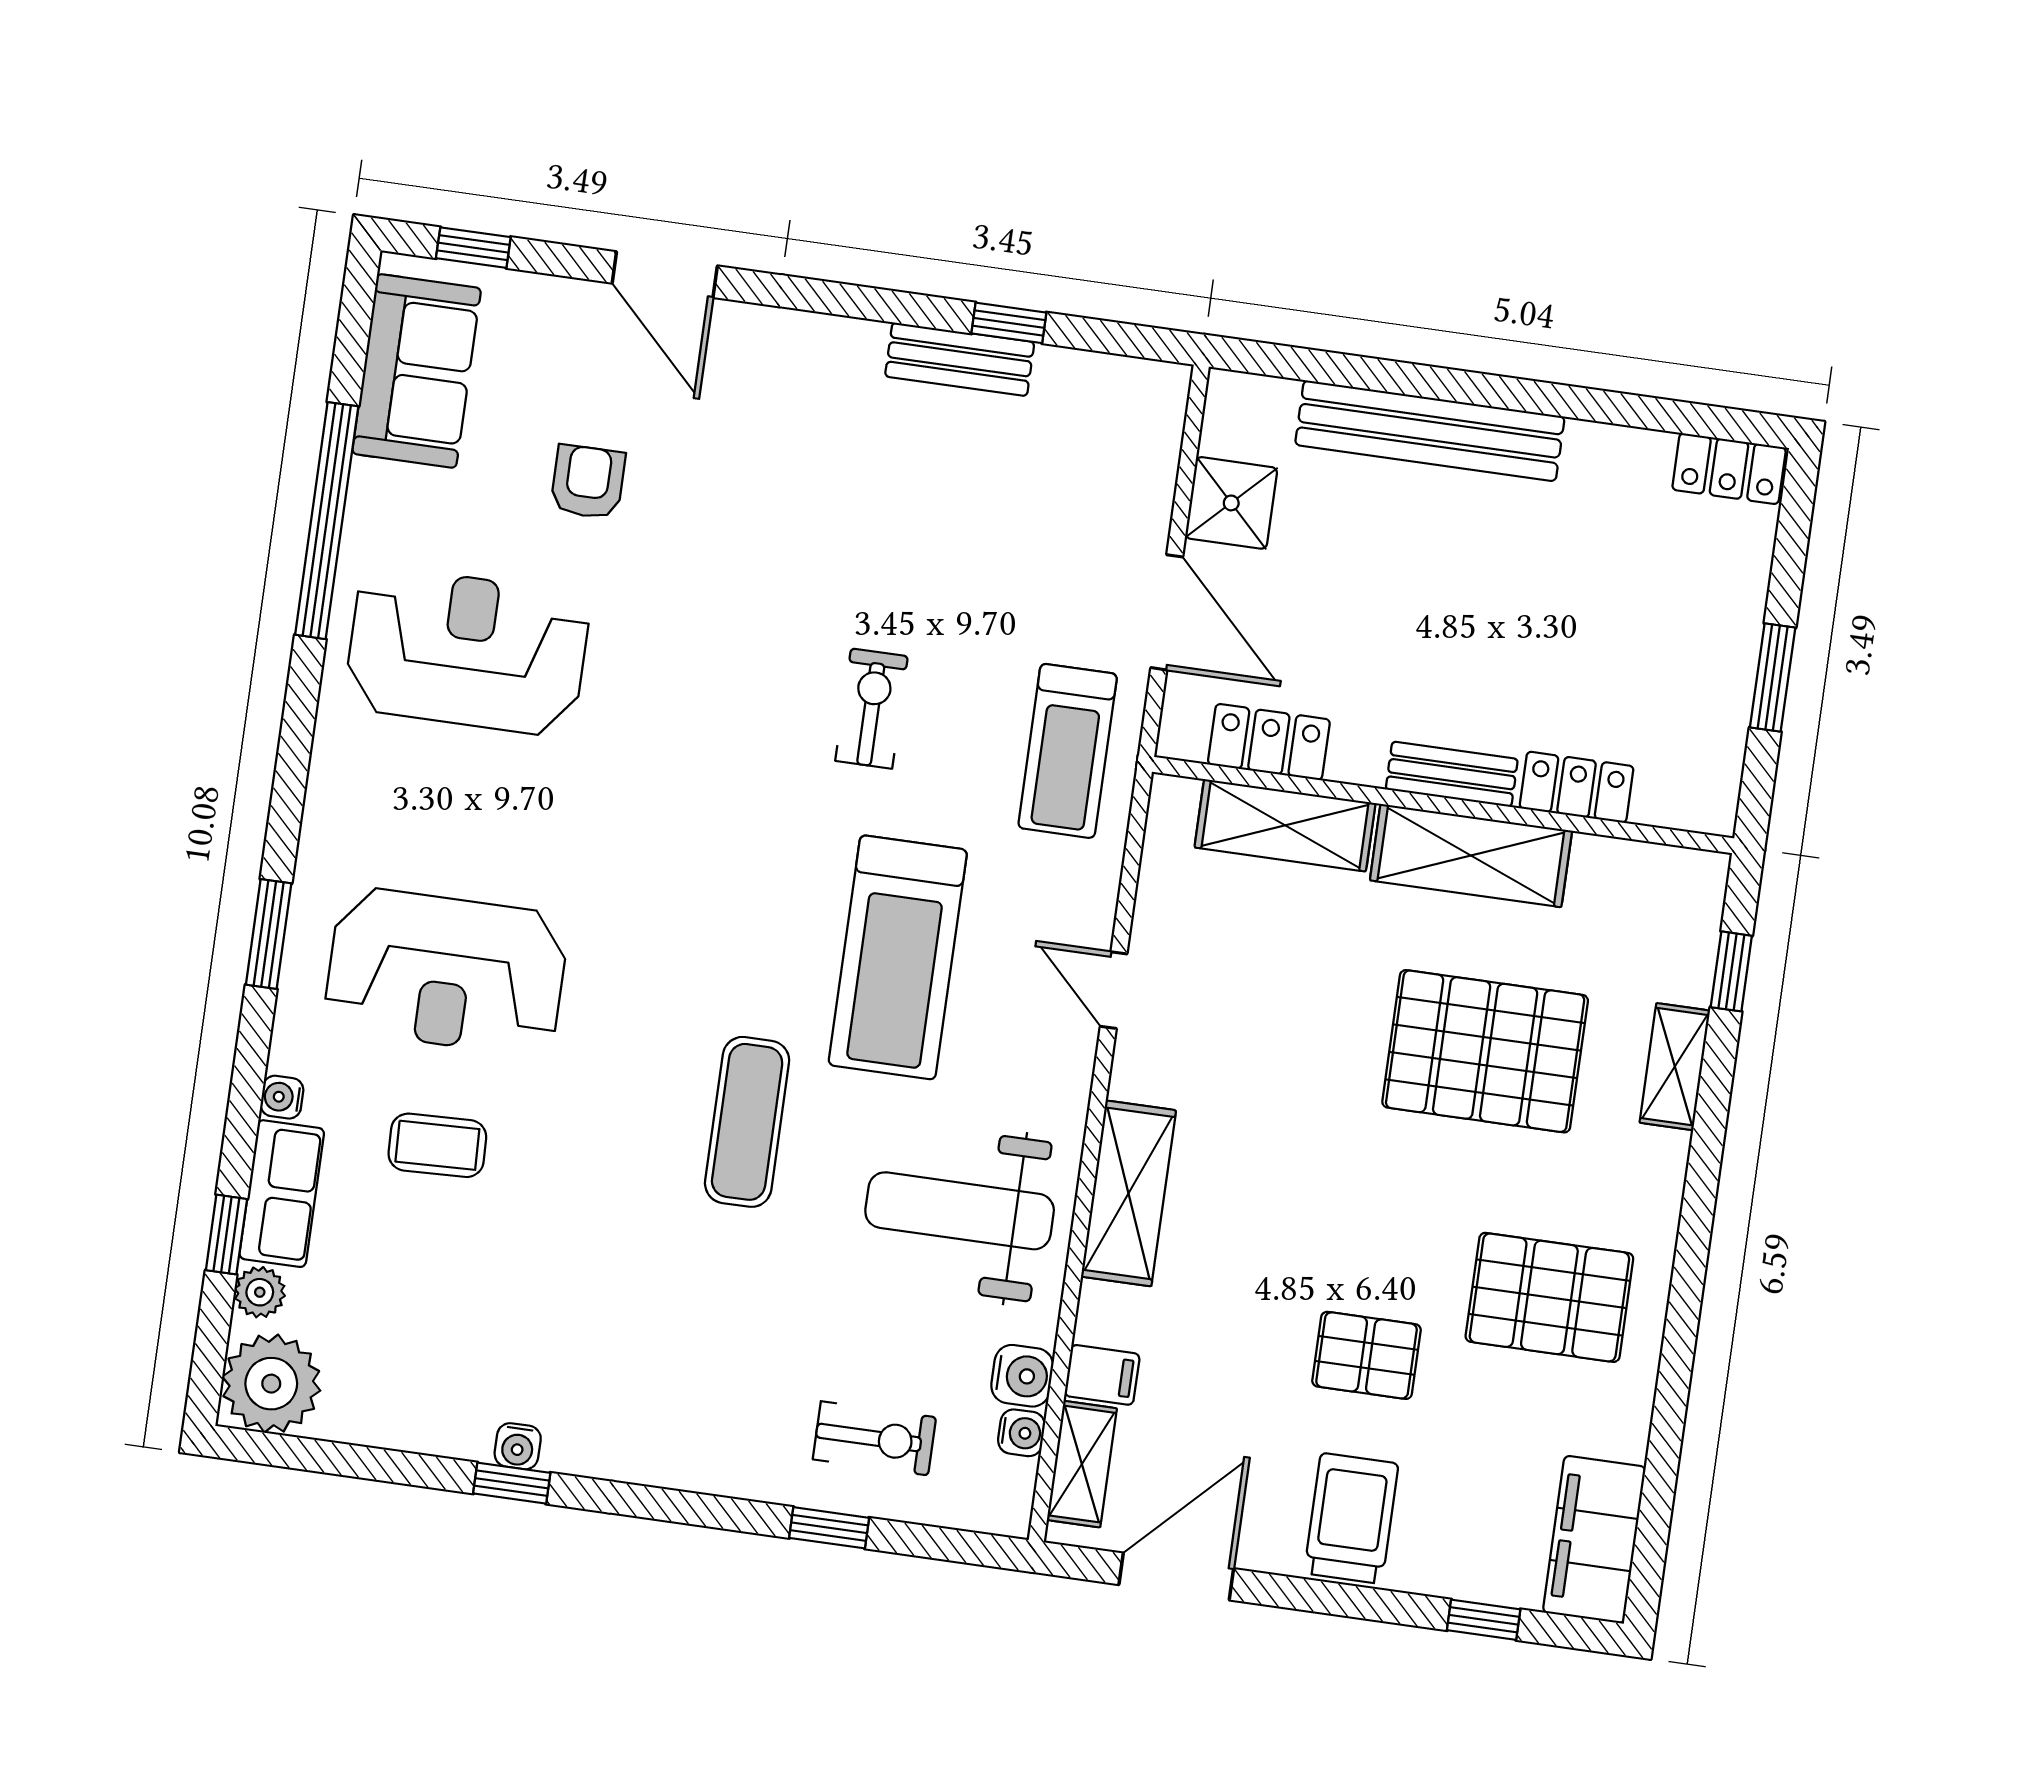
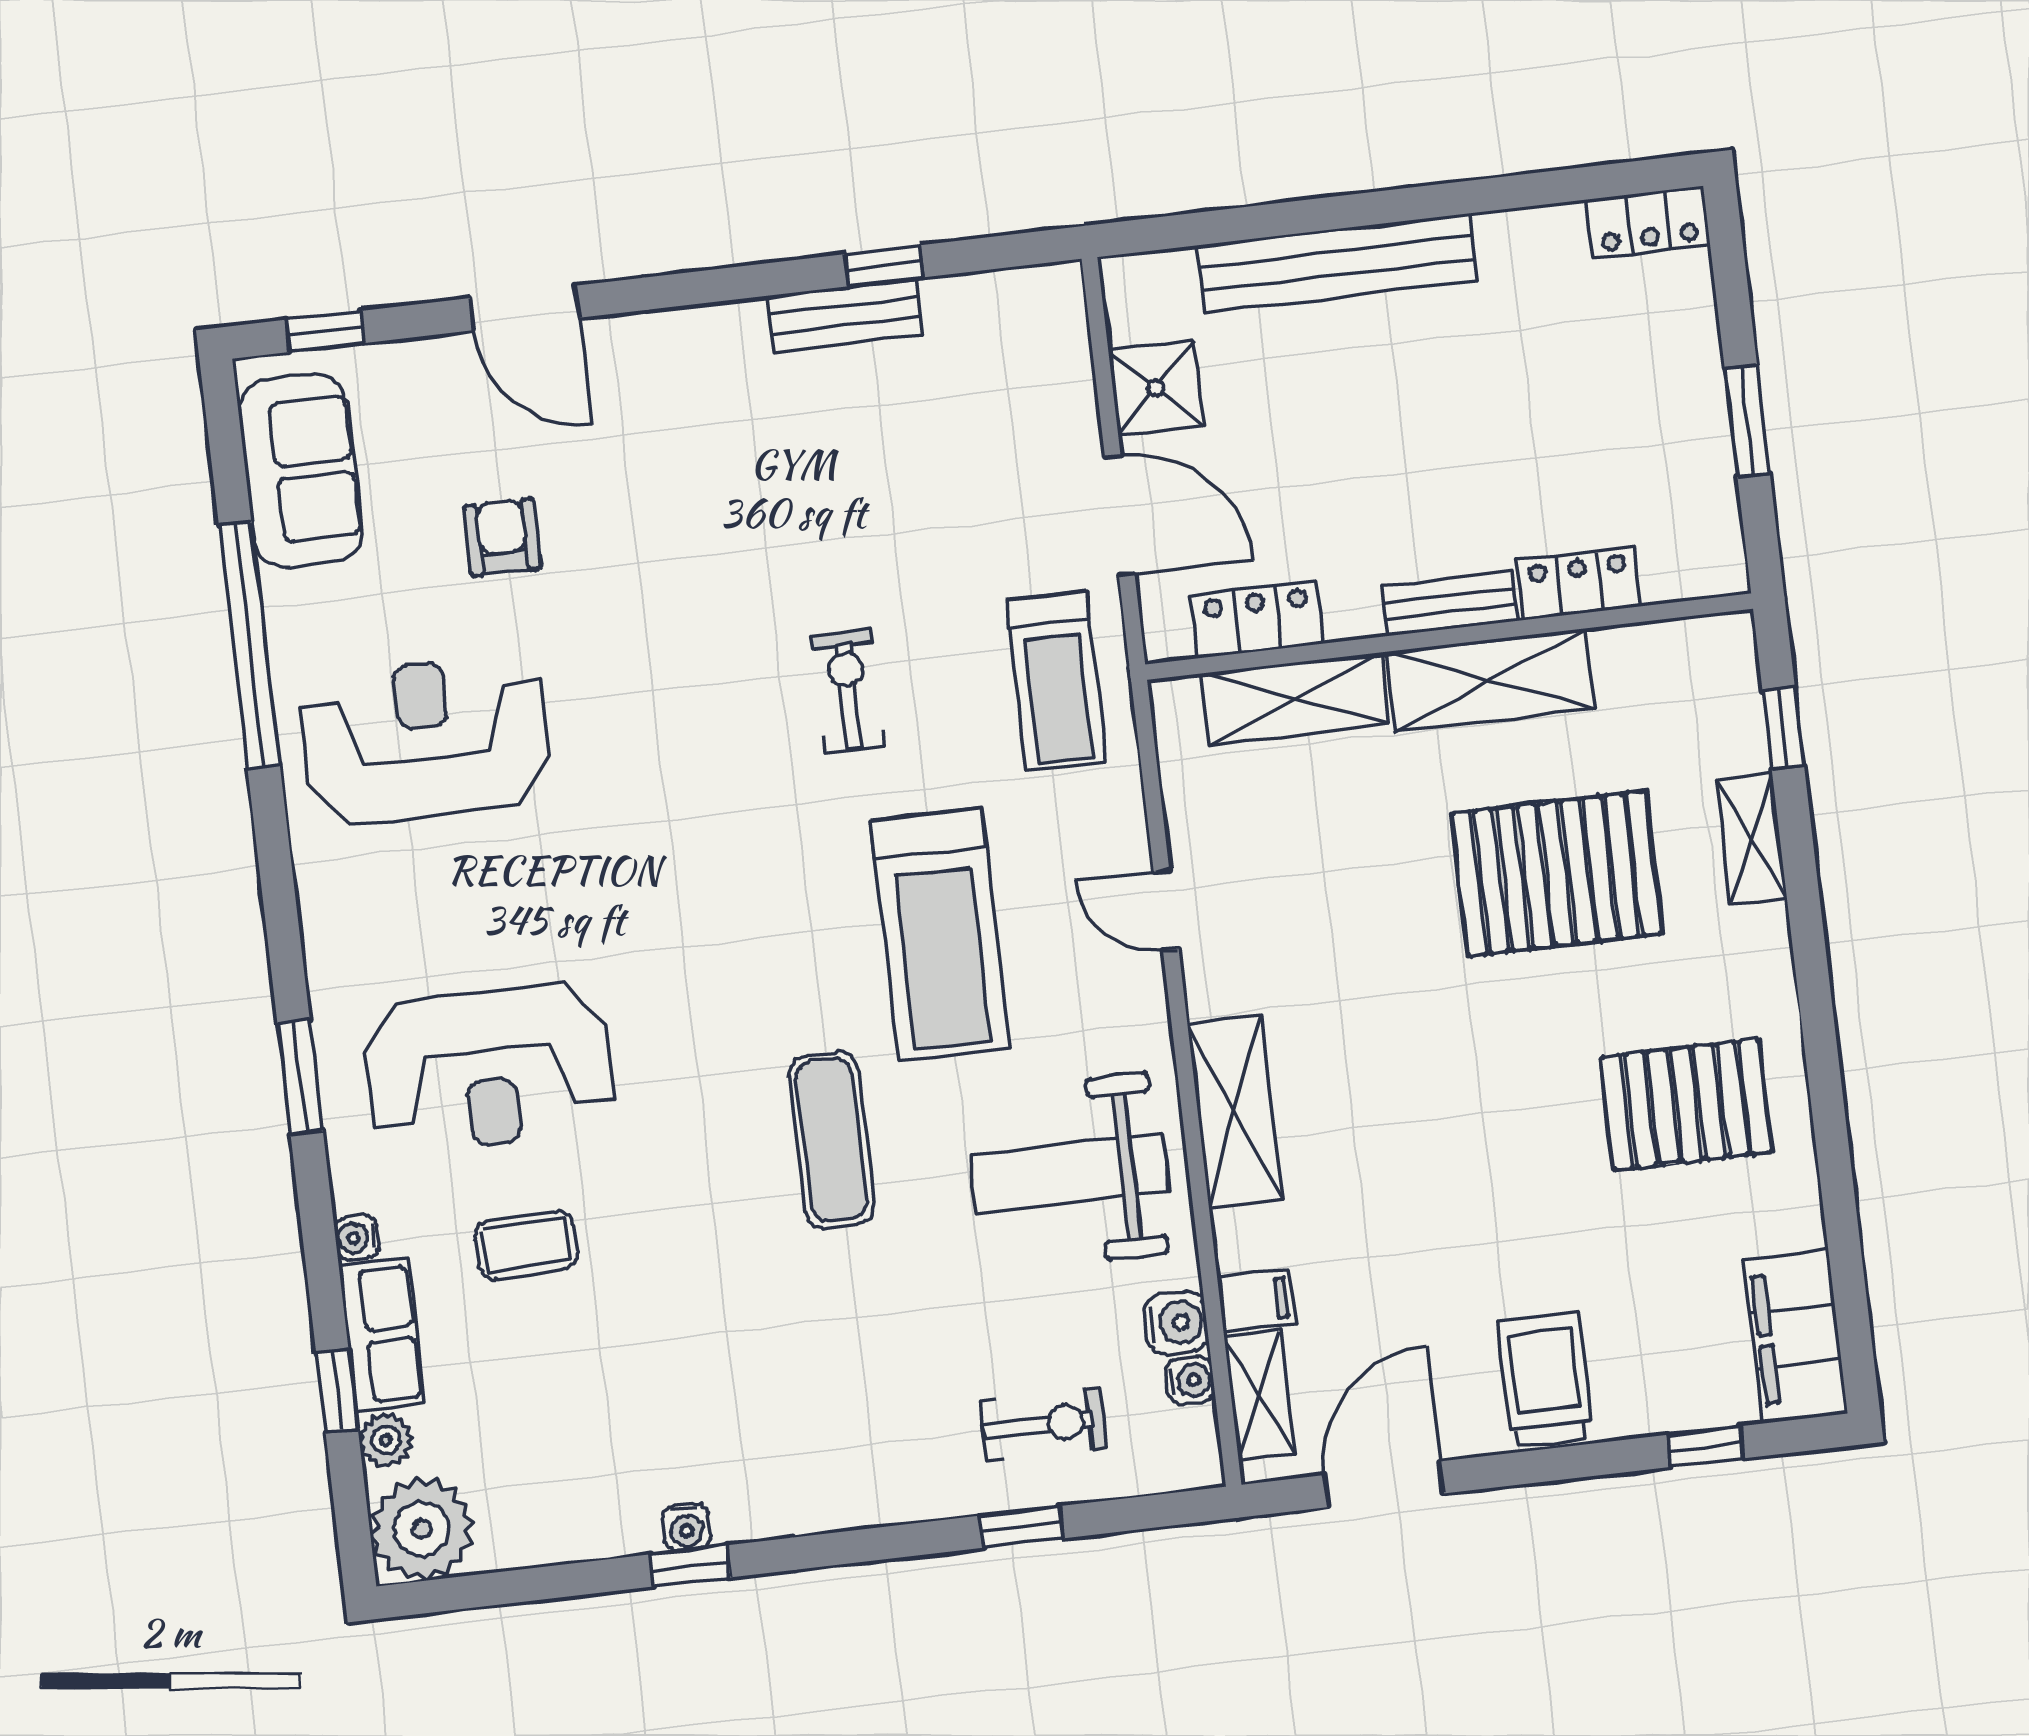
pallet: (1367, 1355) -> (1517, 1211), removed

